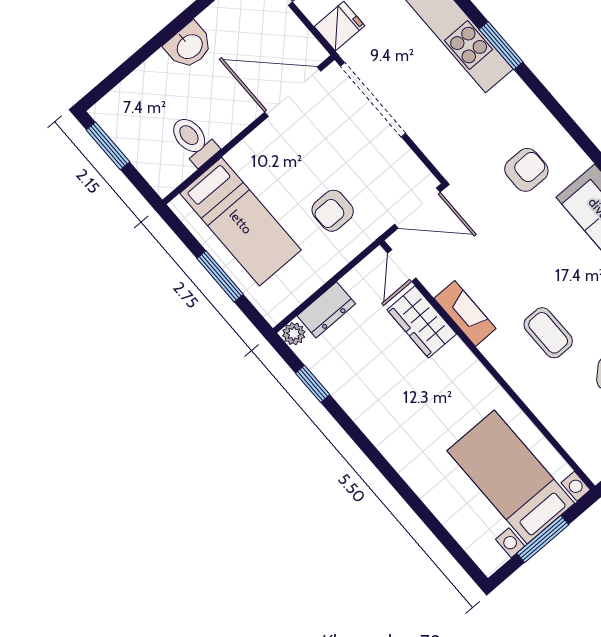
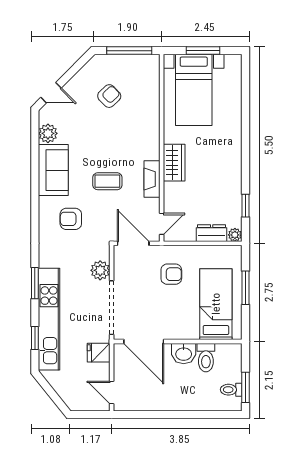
washbasin: (189, 46) -> (184, 354), moved, turned 180
toilet: (124, 127) -> (231, 390), added
plant: (430, 136) -> (100, 270), added
wardrobe: (422, 322) -> (174, 163), moved
coffee table: (548, 333) -> (107, 181), moved, turned 90

